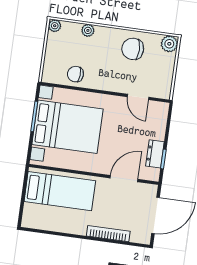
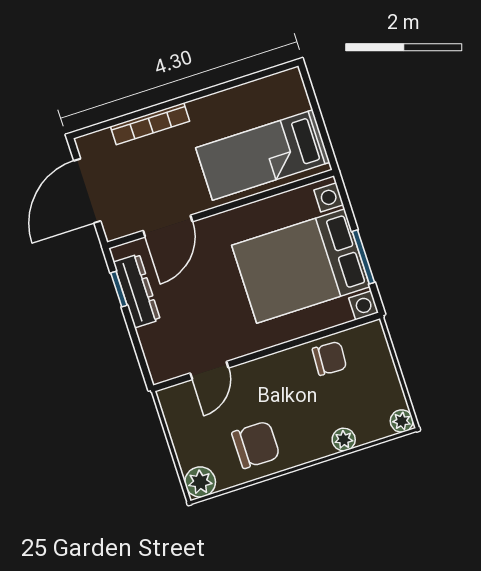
door: (138, 97) -> (209, 370), swing flipped
dresser: (155, 154) -> (137, 291), width x1.44

